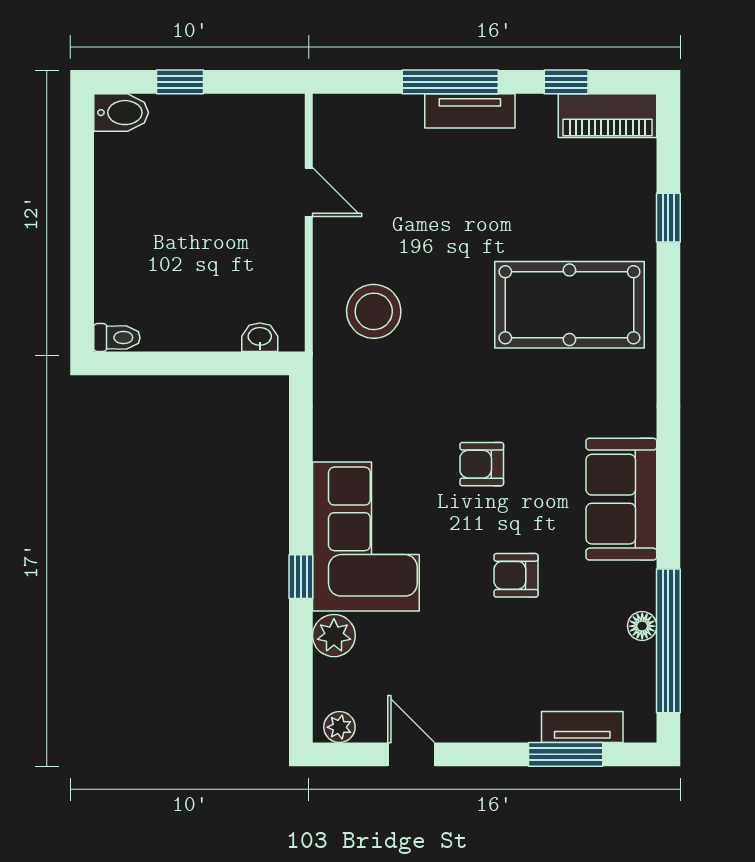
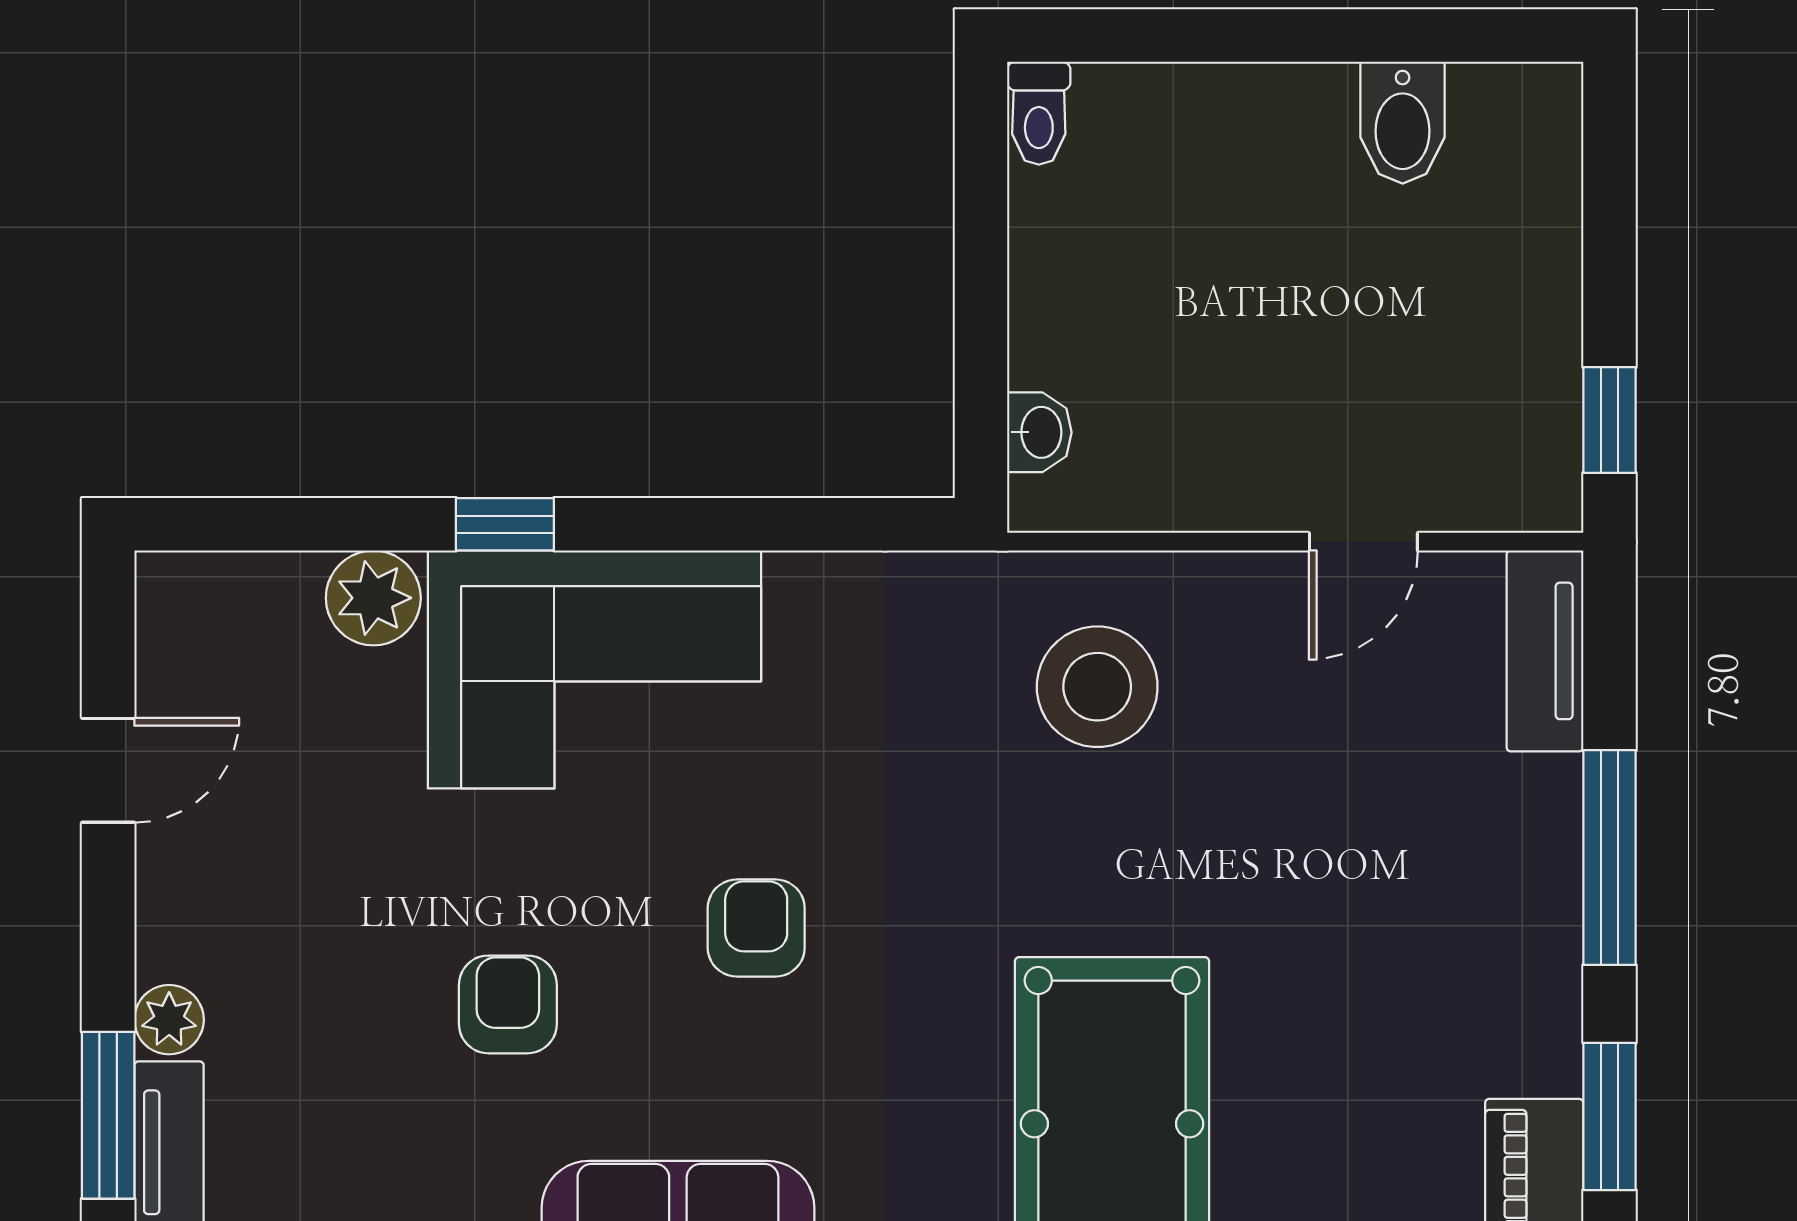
window: (180, 82) -> (1609, 420), moved
window: (566, 82) -> (1609, 1116), width x1.50
tv unit: (470, 111) -> (1545, 651), moved
bidet: (121, 113) -> (1403, 123), moved
plant: (339, 727) -> (169, 1020), moved

